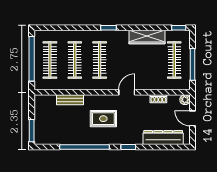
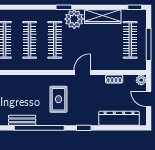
plant: (119, 39) -> (74, 19), added
bench: (70, 100) -> (22, 120), moved
rug: (103, 119) -> (59, 99), turned 90

